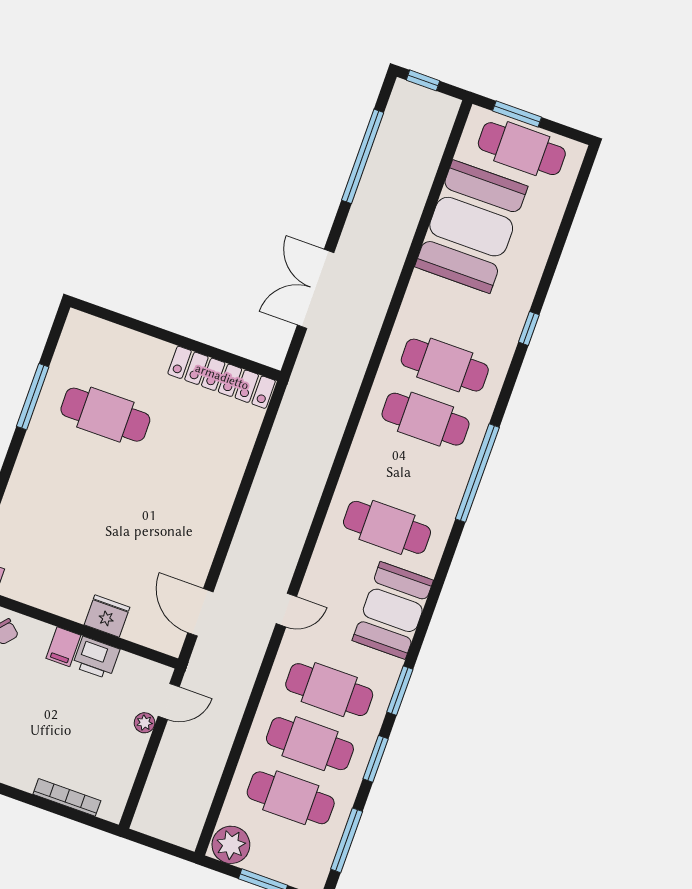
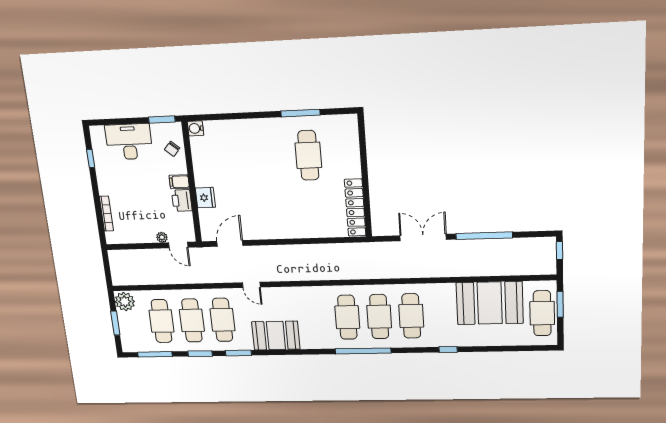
window: (363, 156) -> (484, 236), moved
cafe table: (387, 527) -> (347, 317), moved

